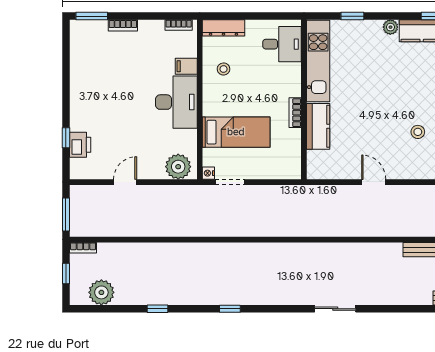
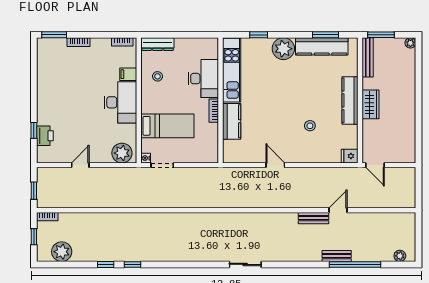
plant: (390, 27) -> (283, 49), width x1.87, depth x1.87
desk: (282, 44) -> (203, 79), moved, width x1.37
window: (66, 214) -> (34, 191), width x0.67
window: (230, 309) -> (133, 264), moved

